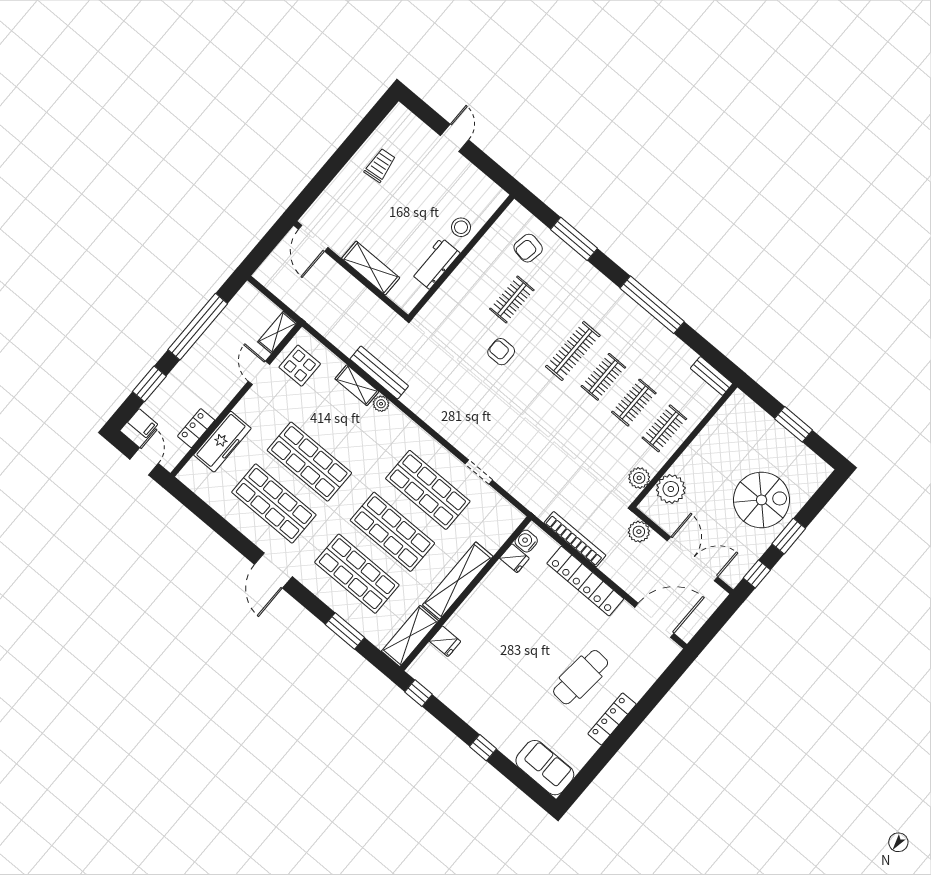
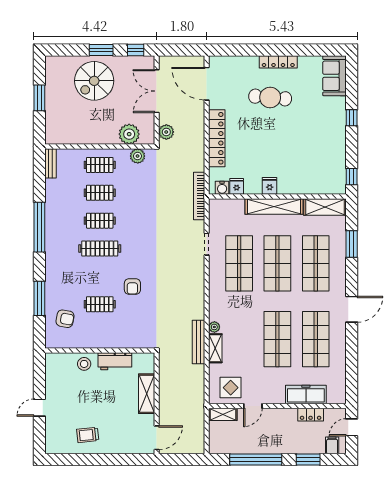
spiral stairs: (762, 500) -> (94, 81), turned -90
bookcase: (575, 539) -> (199, 196), moved
fridge: (445, 641) -> (270, 186), moved

